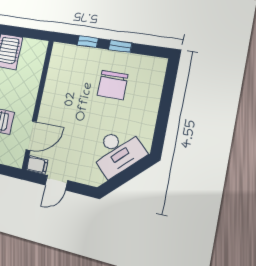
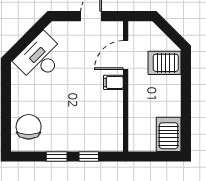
chair: (113, 85) -> (29, 127), moved
filing cabinet: (37, 165) -> (113, 82), moved

